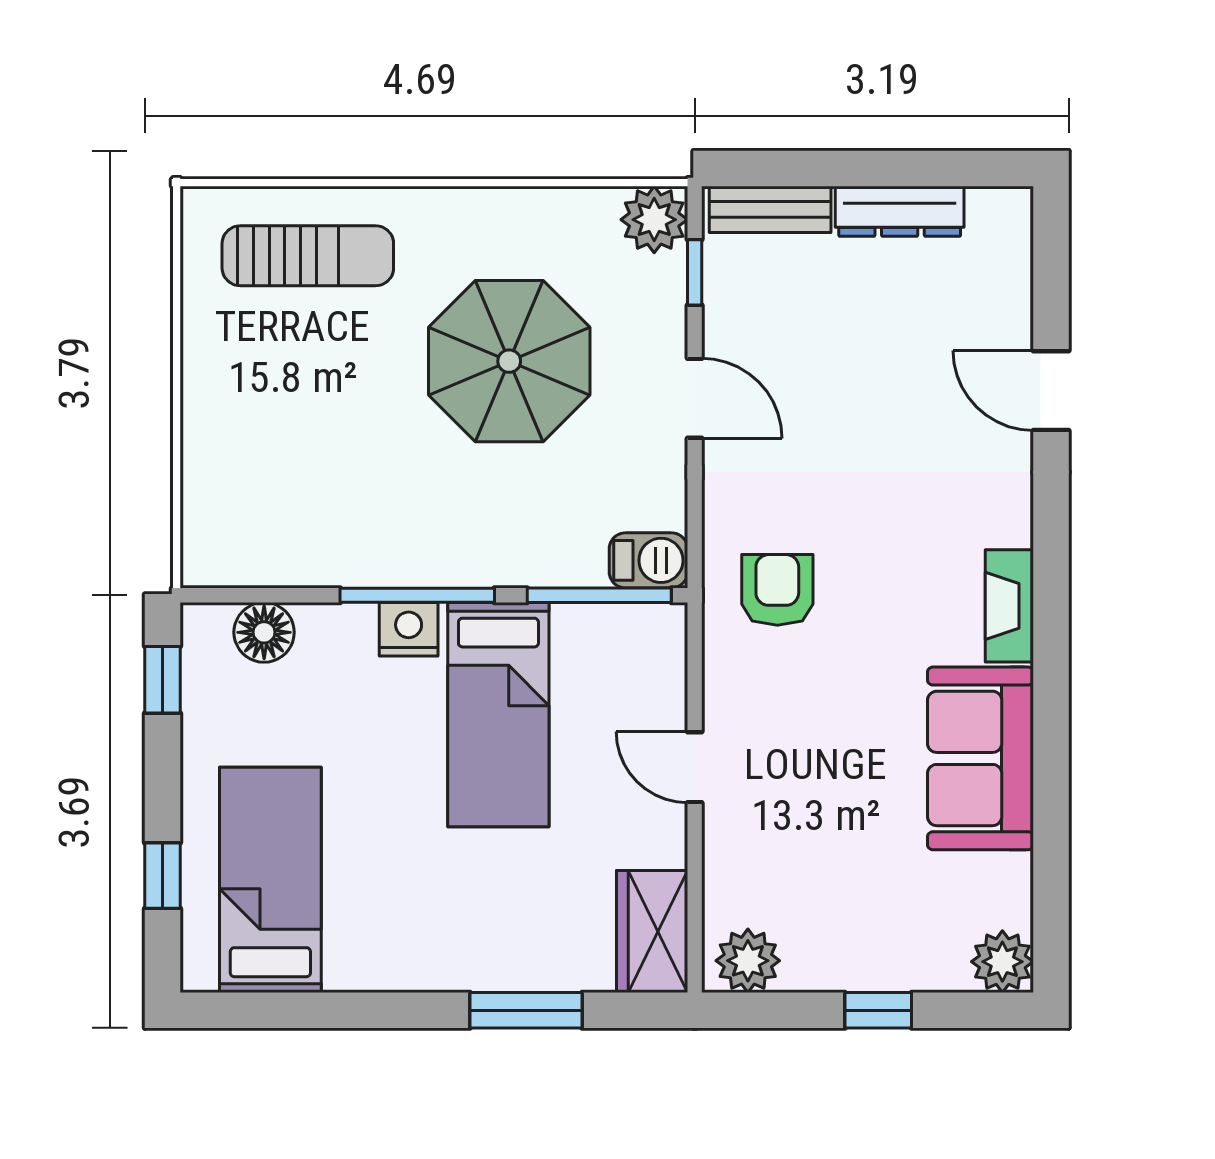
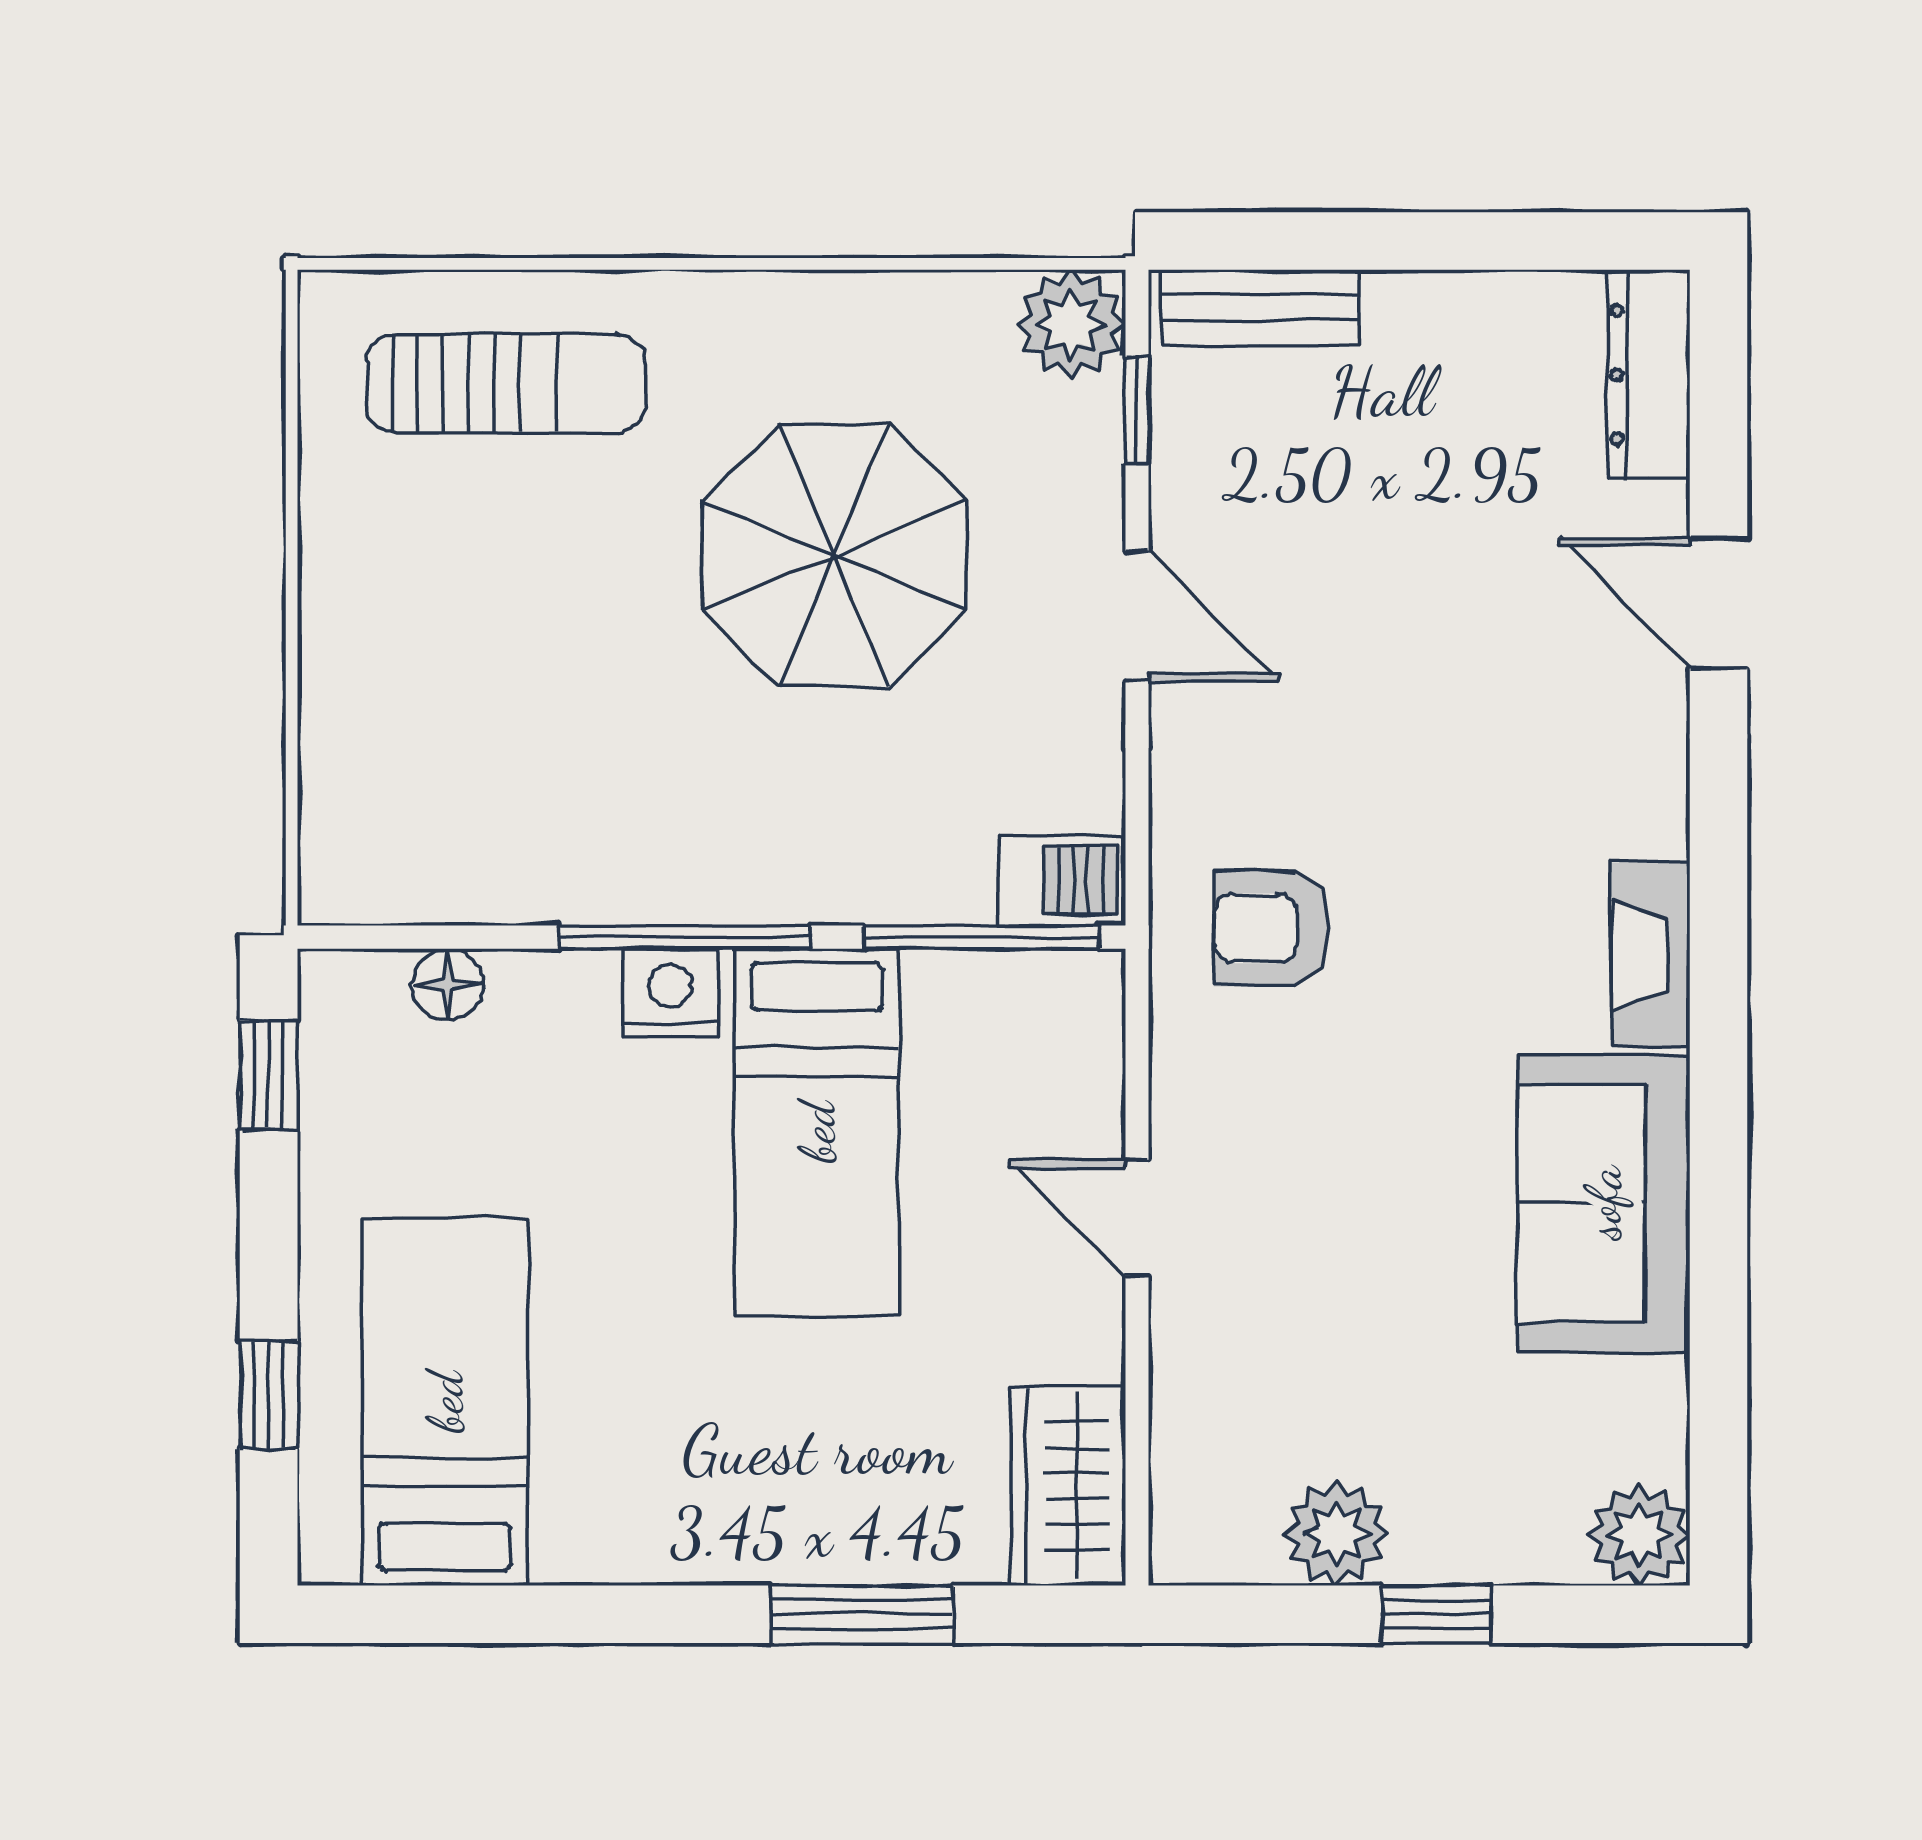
dresser: (900, 211) -> (1649, 374), moved, turned 90
armchair: (777, 590) -> (1272, 928), turned -90
floor lamp: (264, 632) -> (448, 984), width x0.73, depth x0.73
plant: (748, 961) -> (1336, 1534), moved

